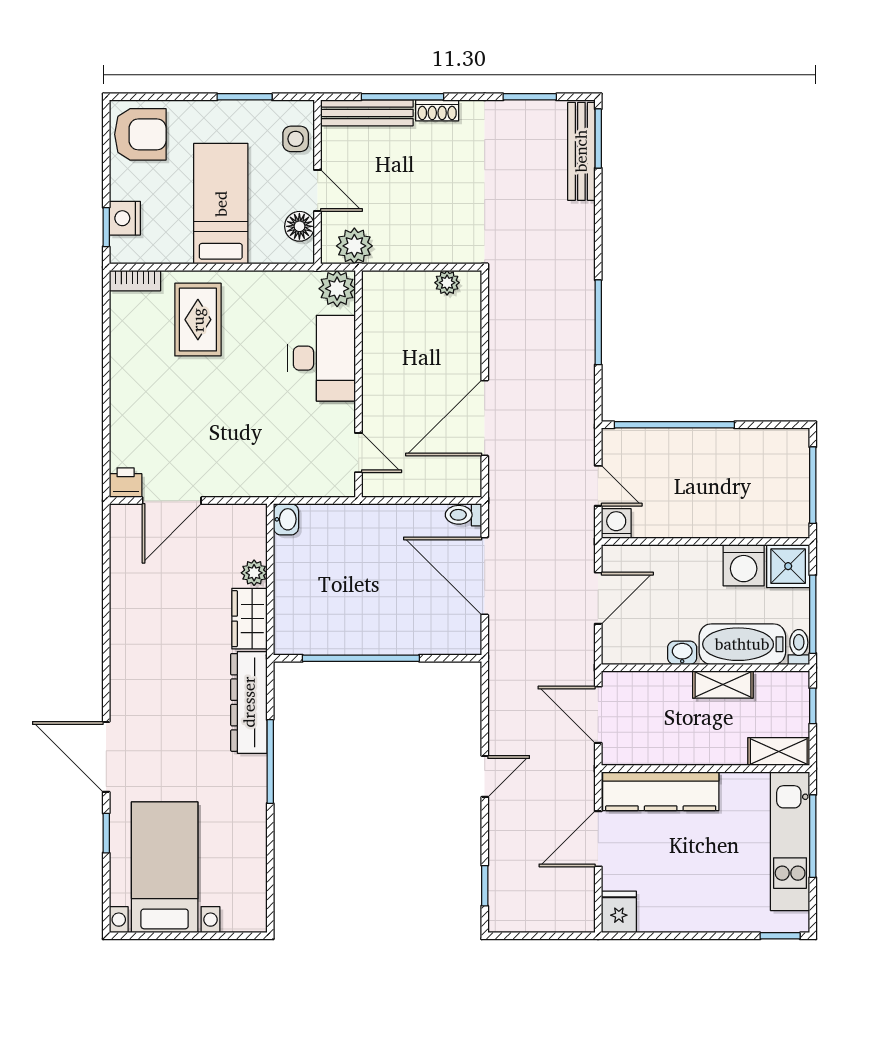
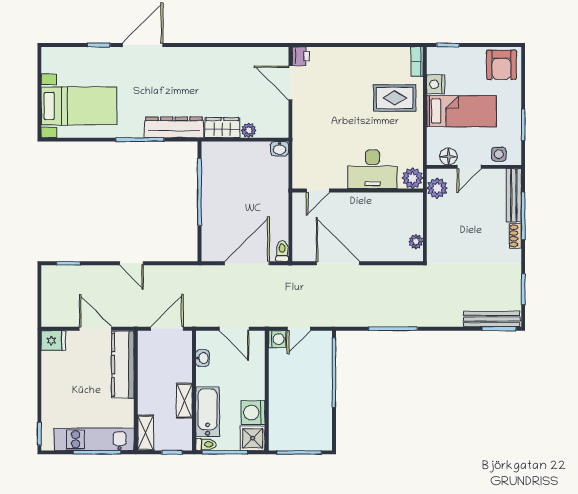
nightstand: (125, 218) -> (436, 84), moved, turned -90
washbasin: (682, 653) -> (203, 358), moved
bed with nightstands: (165, 867) -> (79, 106), moved

